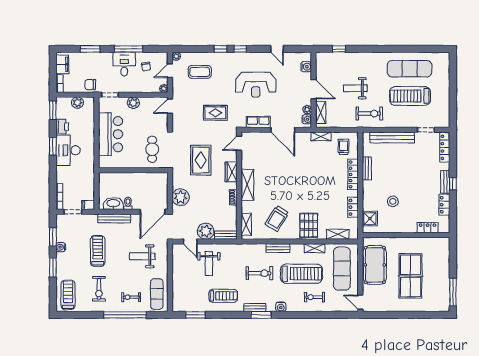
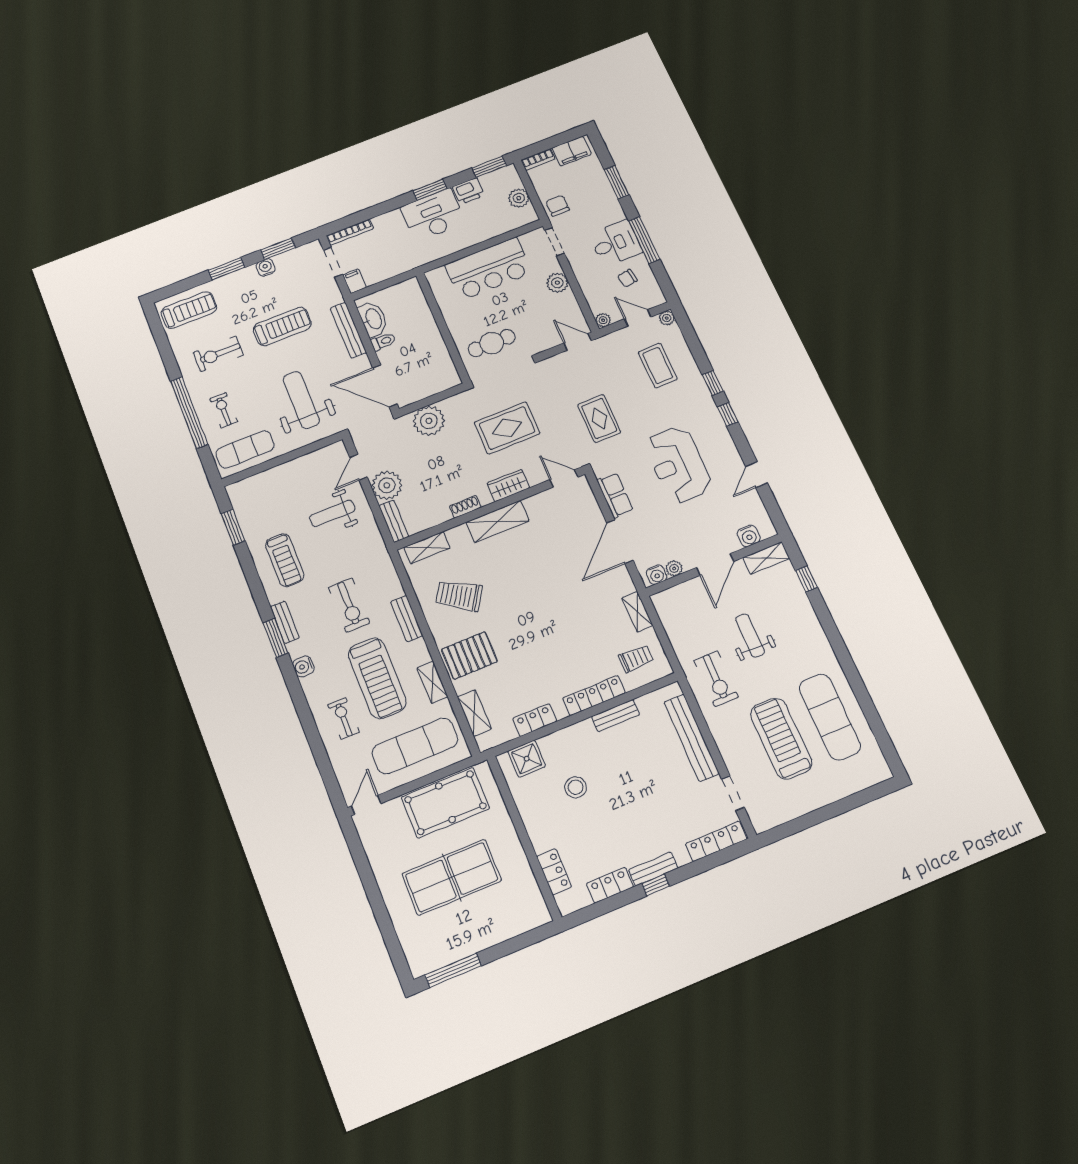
shelving: (321, 112) -> (766, 558), moved
weight bench: (142, 256) -> (301, 400), width x1.36, depth x1.33

